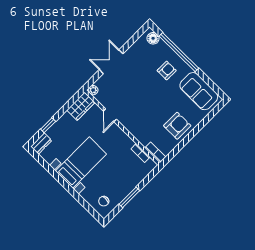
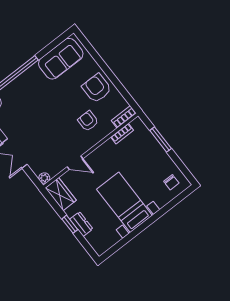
armchair: (167, 71) -> (88, 121), moved
window: (48, 125) -> (70, 224), moved
dresser: (41, 143) -> (81, 224), moved
window: (129, 197) -> (161, 140), moved

